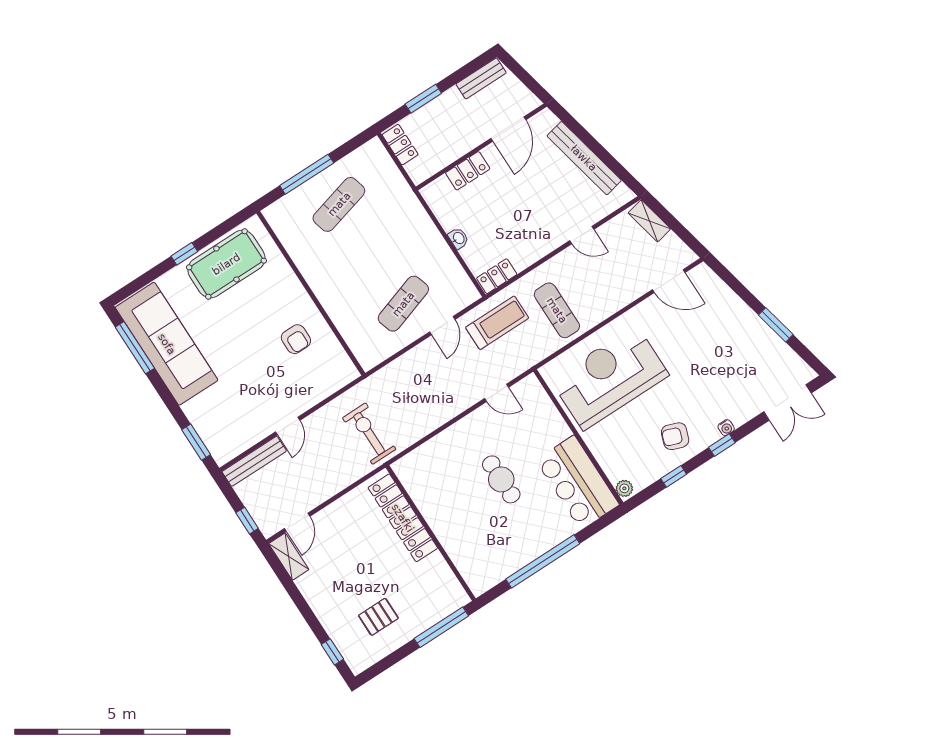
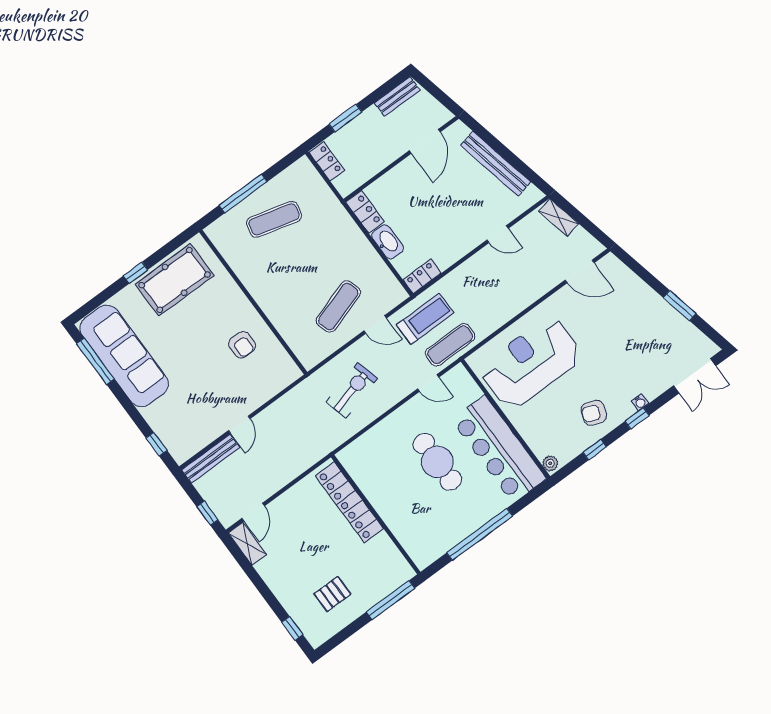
locker: (468, 171) -> (365, 212), moved, turned -90
exercise mat: (339, 204) -> (274, 219), turned 30
washbasin: (458, 238) -> (388, 242), width x1.91, depth x1.45
exercise mat: (557, 310) -> (450, 345), moved, turned 90
door: (442, 326) -> (375, 325), hinge flipped
exercise bike: (369, 434) -> (352, 390), moved, turned 75
window: (196, 442) -> (157, 444), width x0.67
cafe table: (501, 479) -> (437, 462), width x1.37, depth x1.35
bar counter: (577, 482) -> (499, 449), width x1.36

